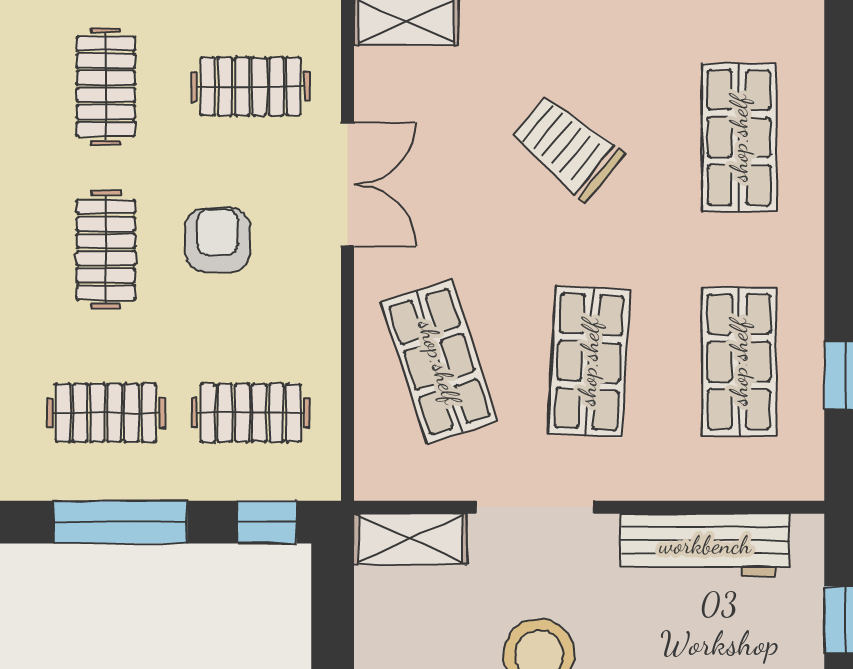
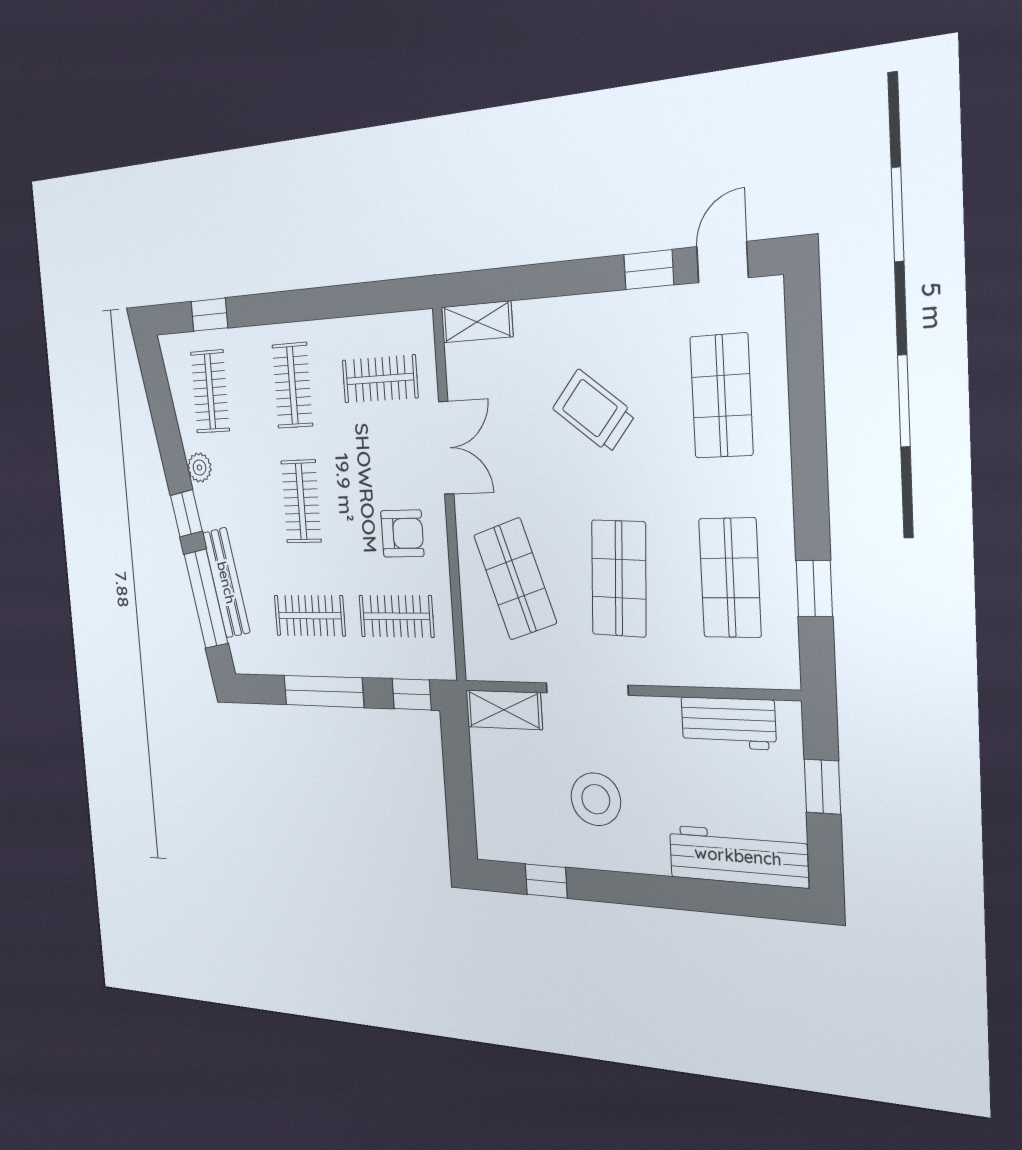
armchair: (217, 240) -> (402, 533), moved, turned 90
workbench: (705, 545) -> (728, 723), width x0.73

